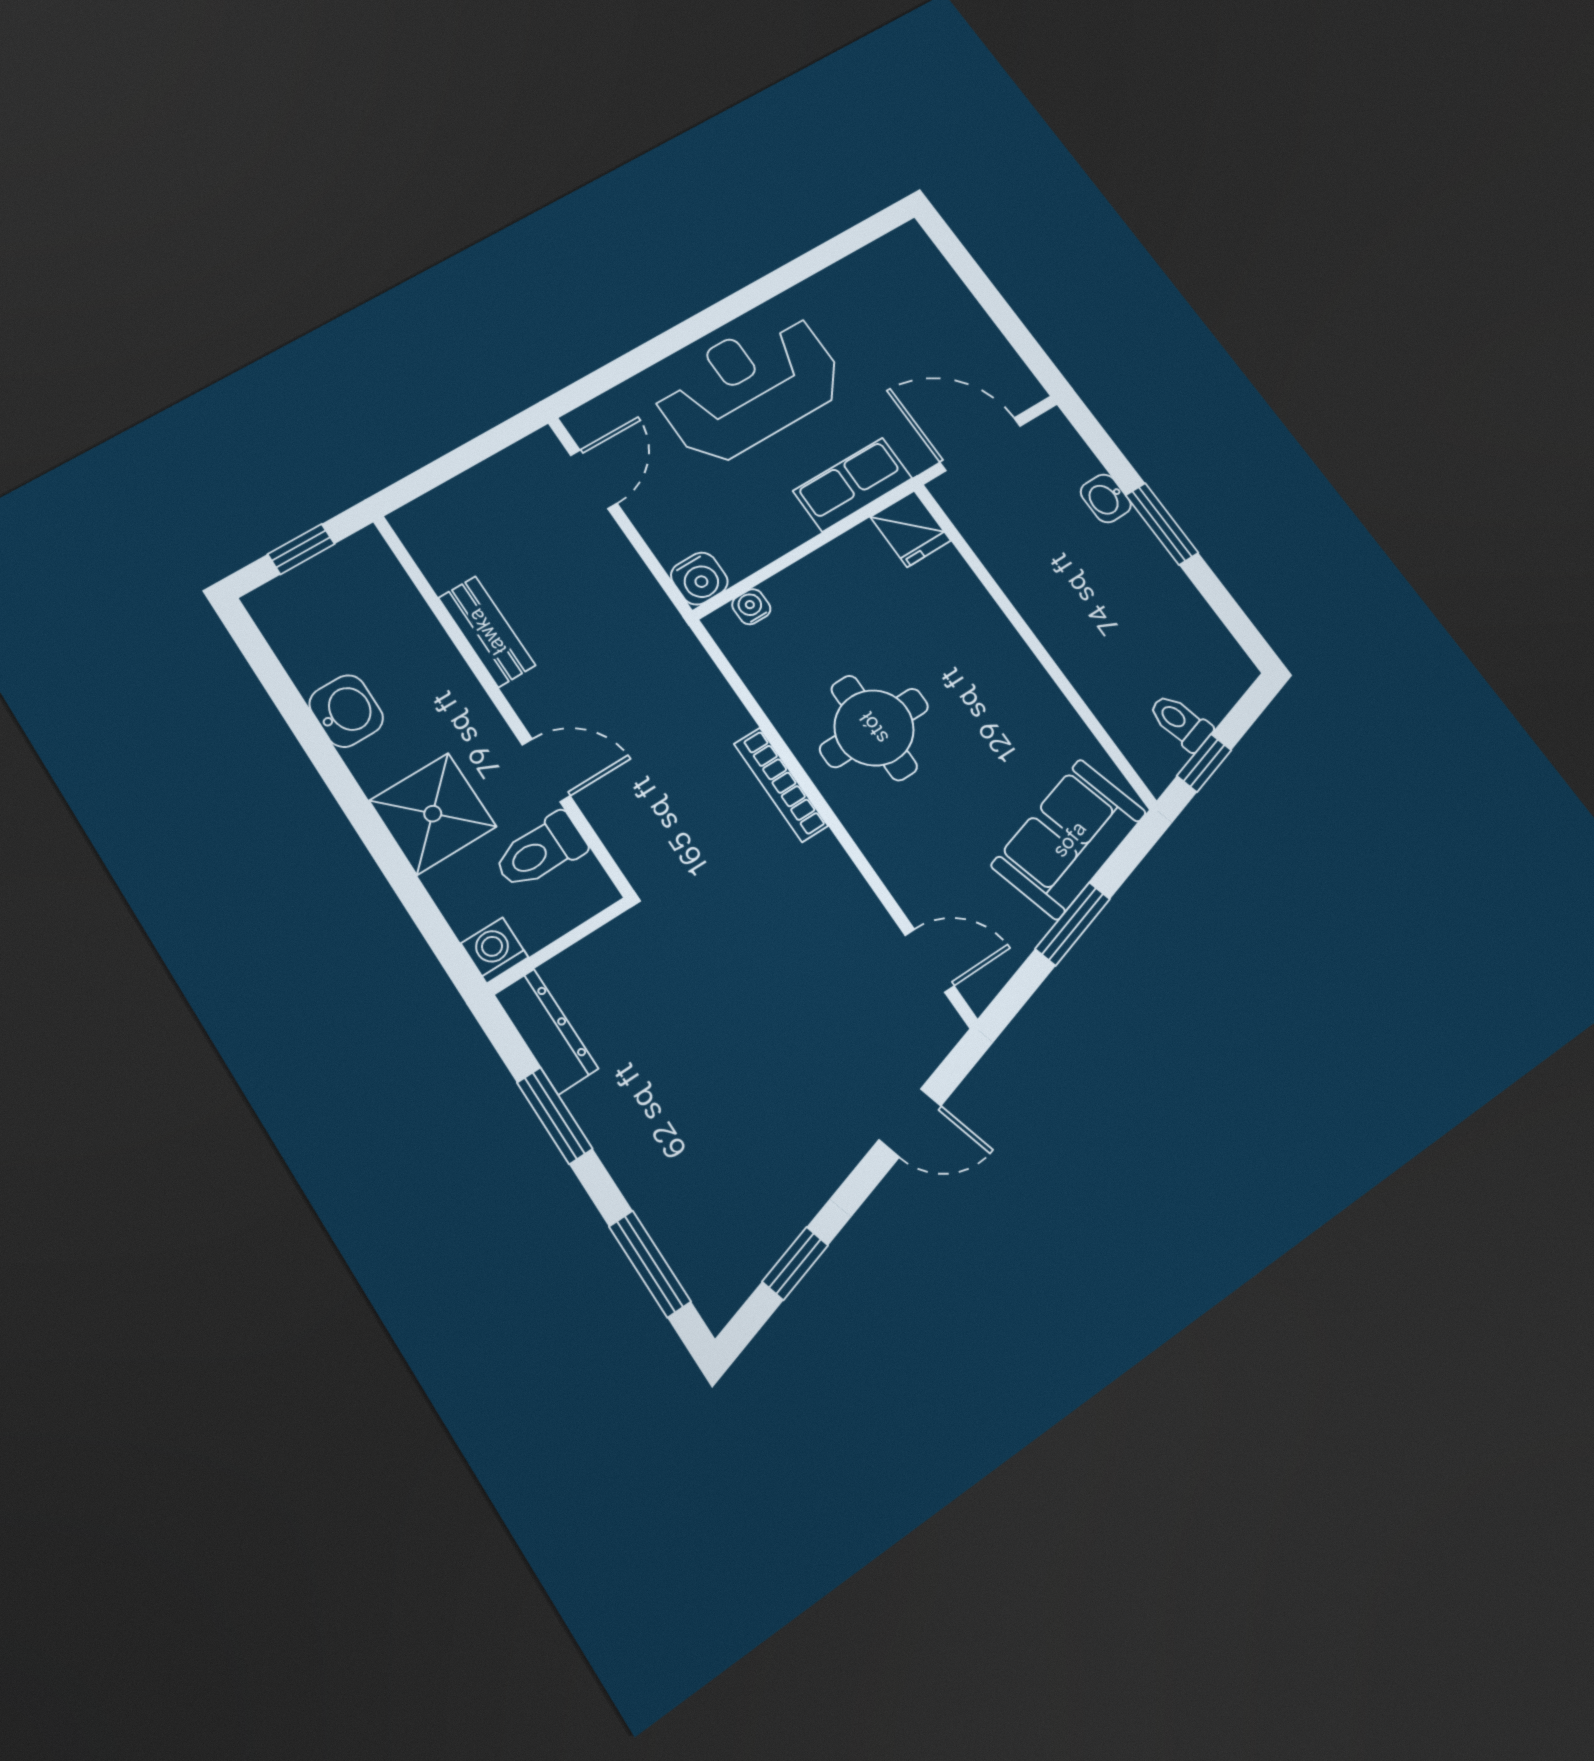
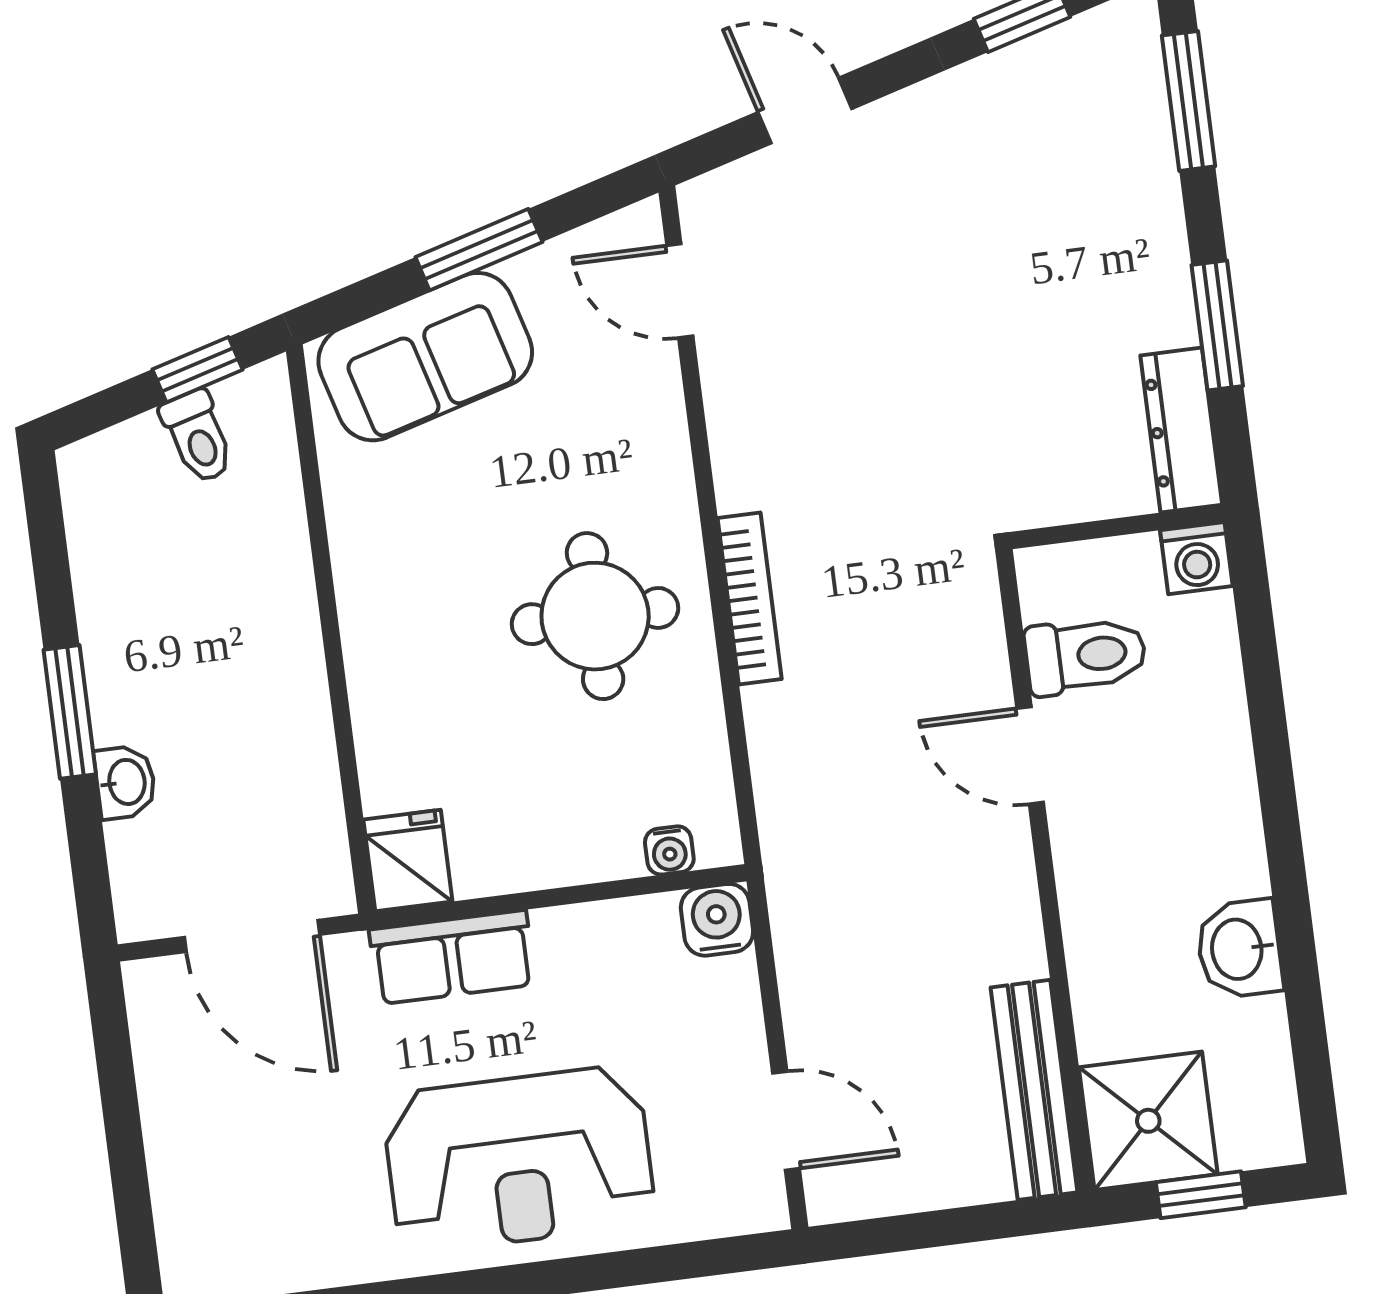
door: (594, 479) -> (786, 1121), swing flipped
bench: (487, 632) -> (1034, 1090), moved, width x1.36
shower: (433, 814) -> (1148, 1121), moved

